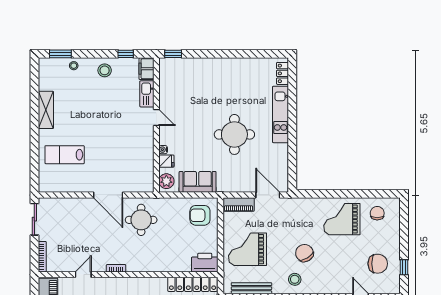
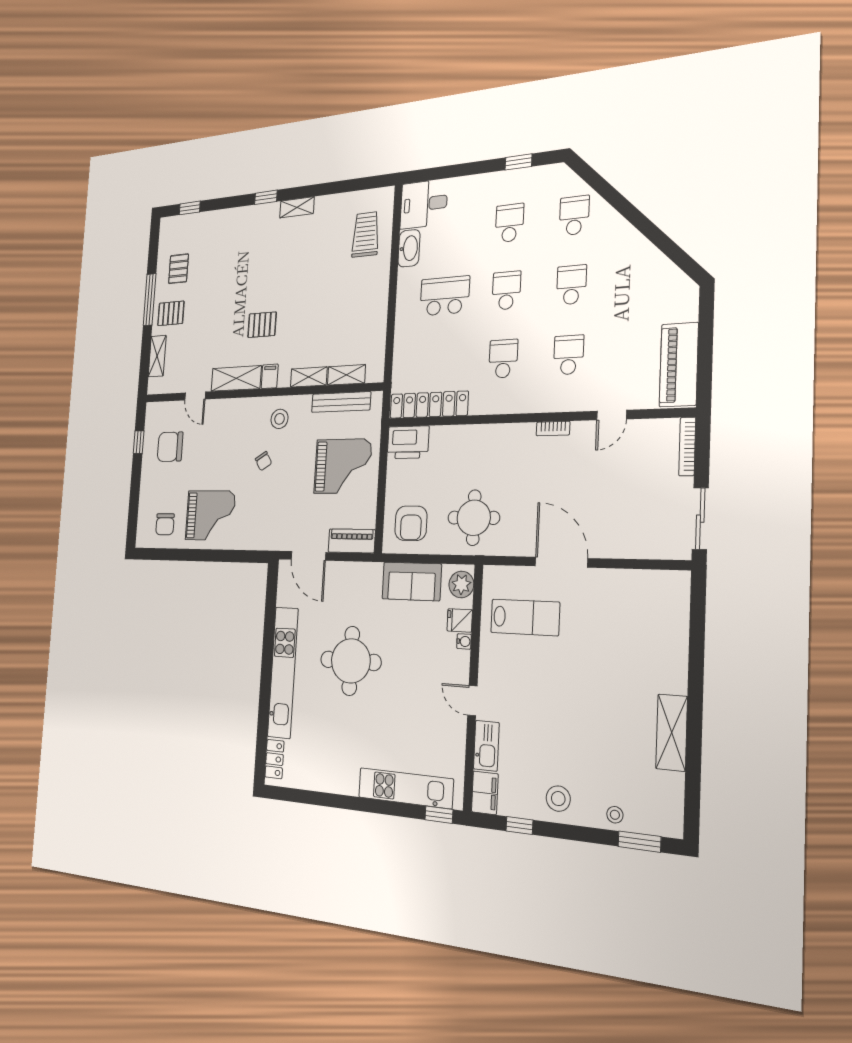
kitchen unit: (195, 66) -> (405, 788), added
kitchen unit: (281, 114) -> (283, 672), width x1.36
lab bench: (65, 155) -> (525, 617), moved
armchair: (200, 215) -> (411, 523), turned 90
round table: (141, 220) -> (474, 518), moved
chair: (304, 253) -> (263, 461), width x0.54, depth x0.54

